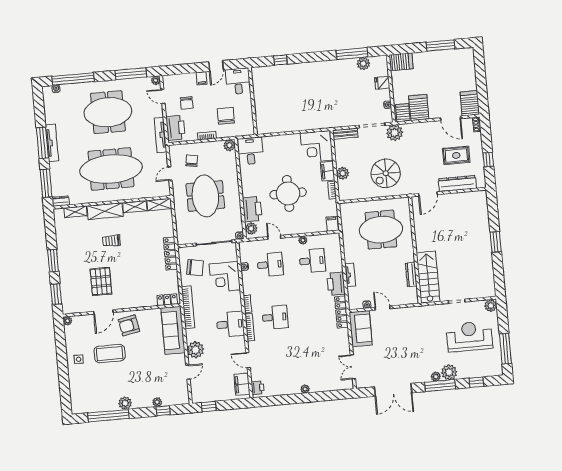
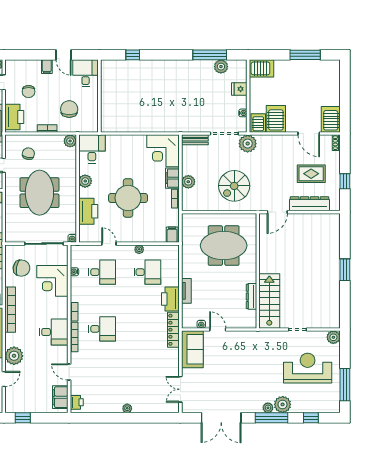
door: (216, 66) -> (64, 55), hinge flipped
plant: (251, 228) -> (85, 181), moved

